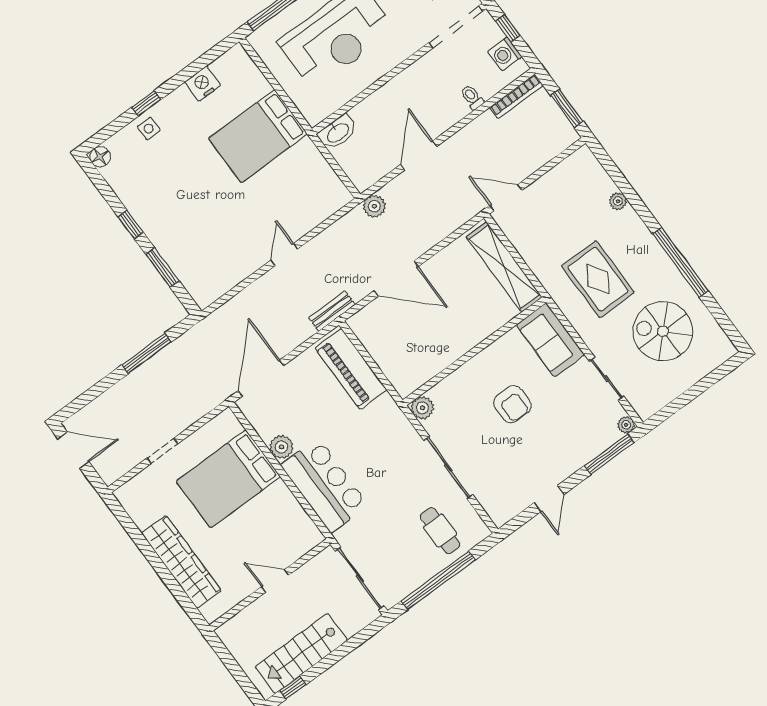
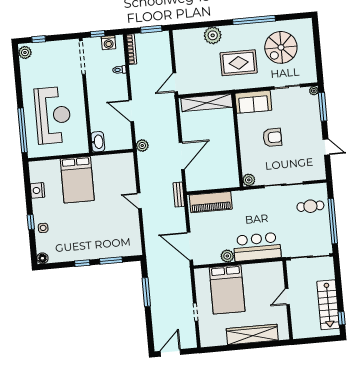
plant: (618, 201) -> (213, 35), width x1.88, depth x1.88

